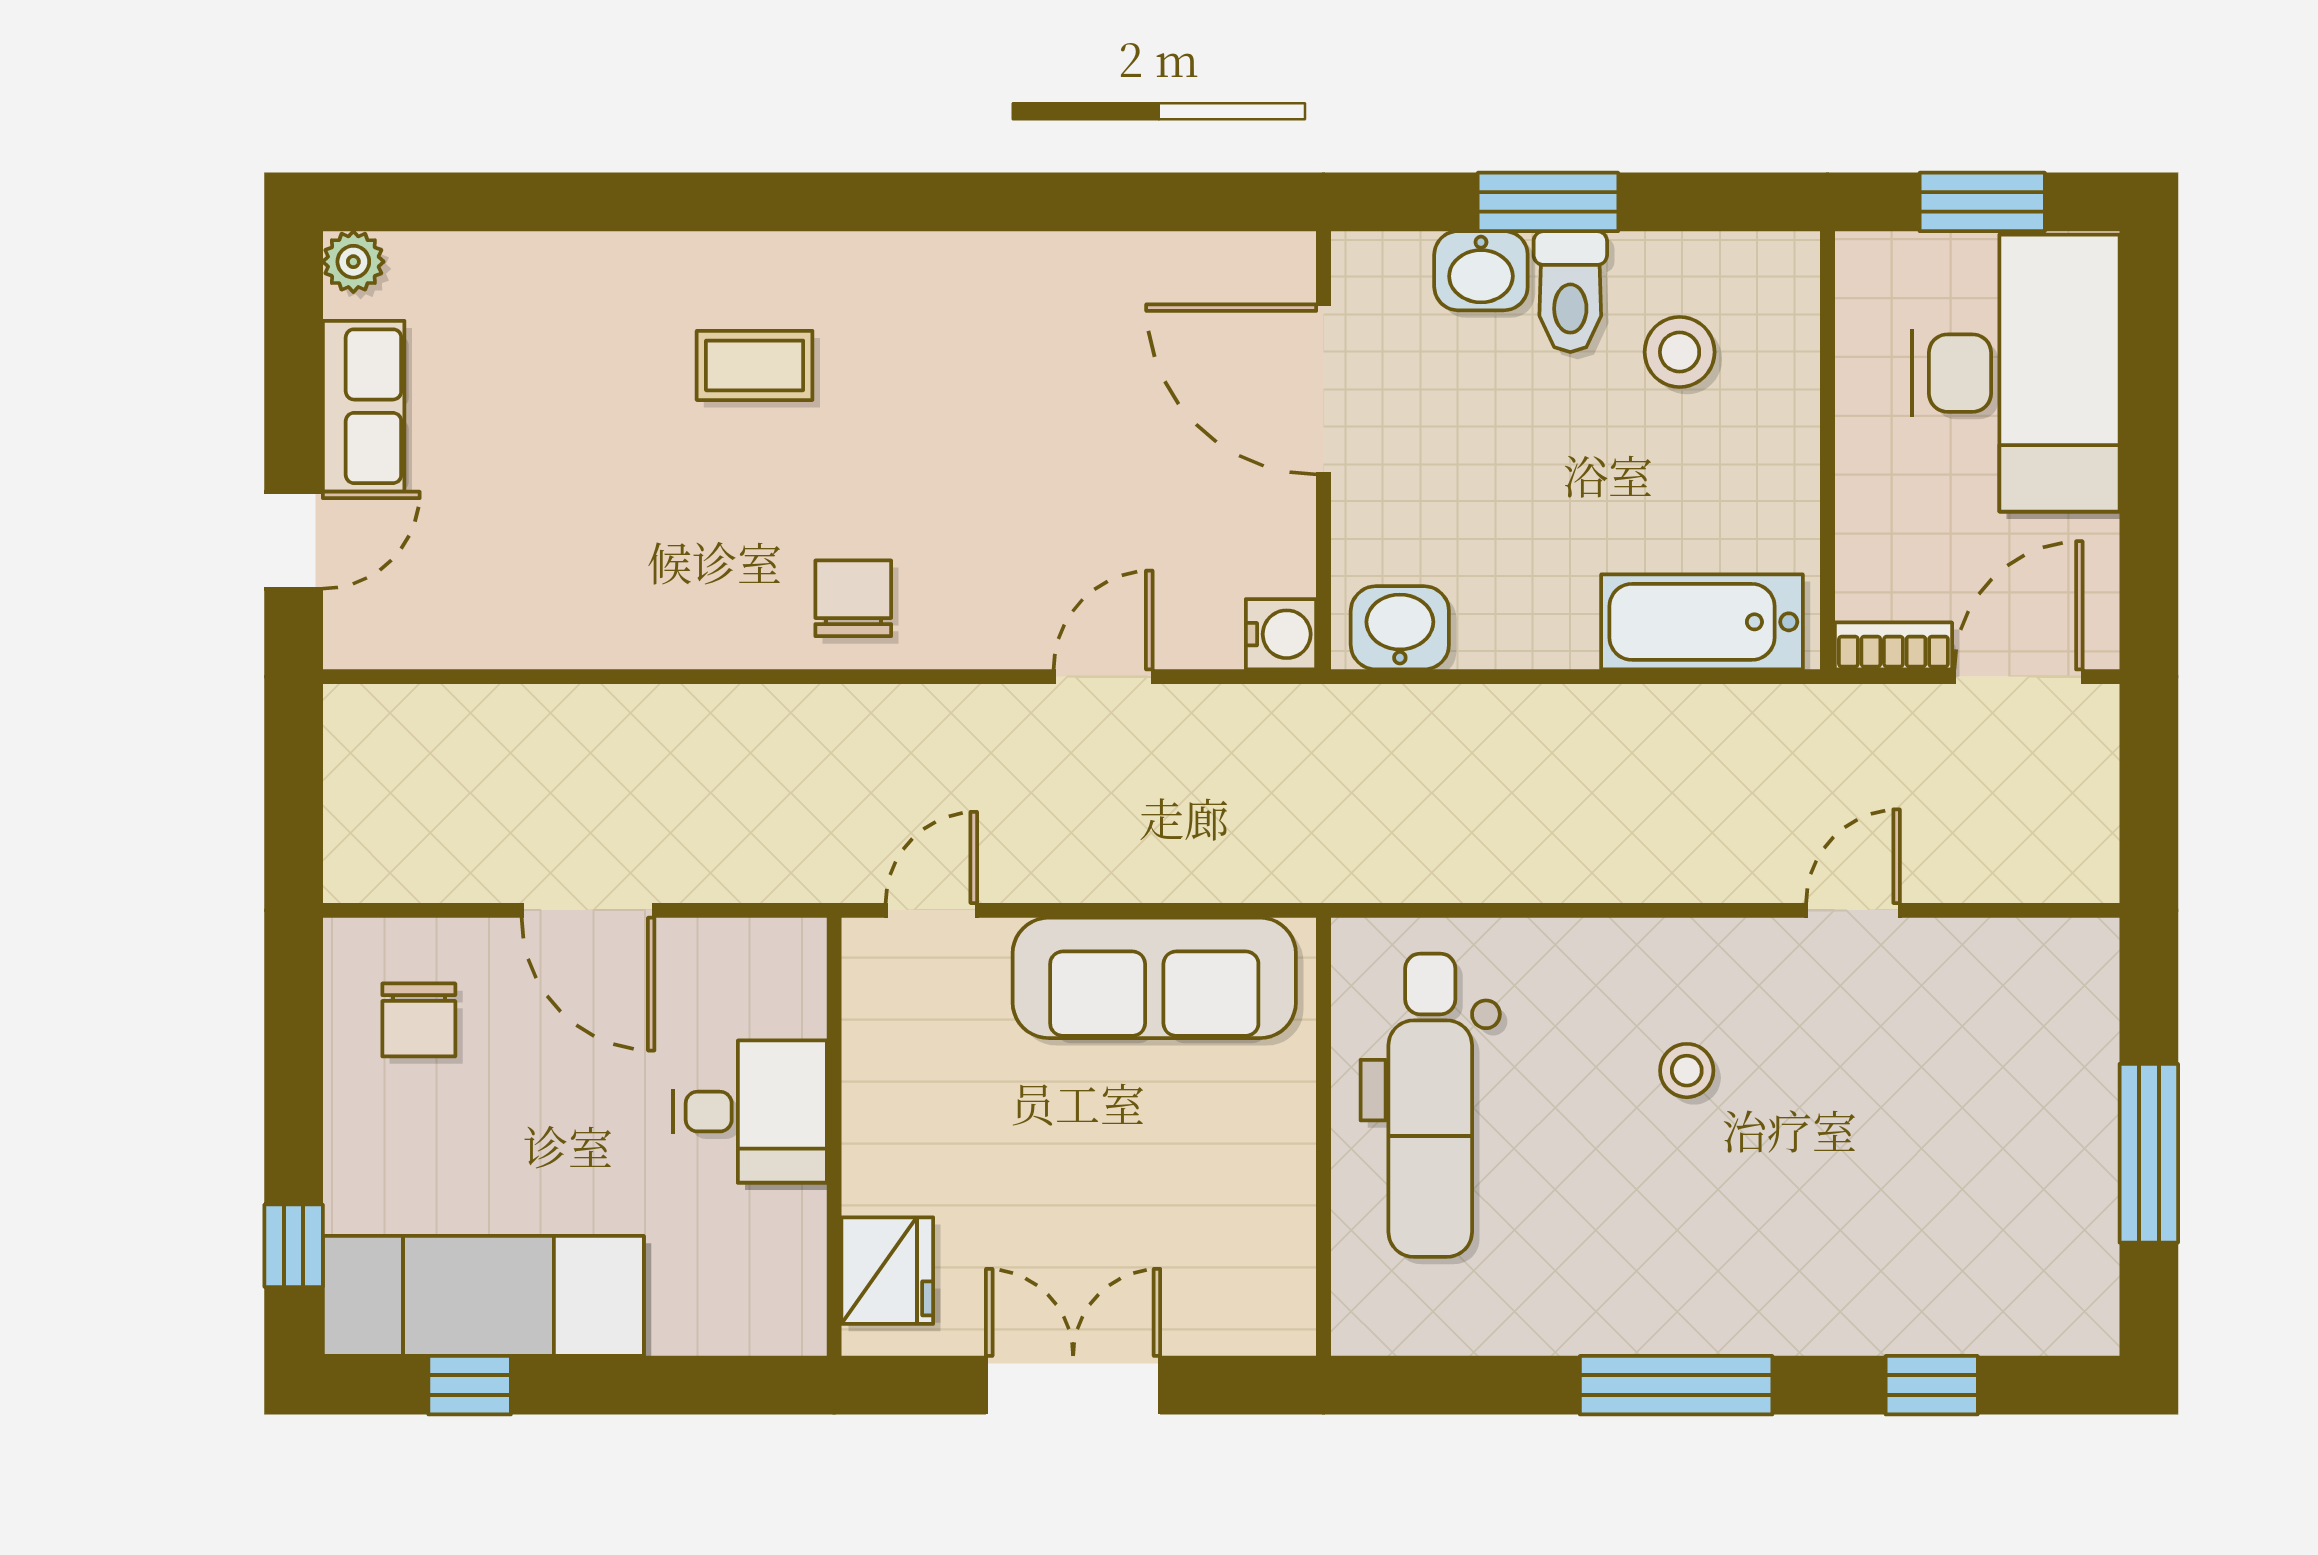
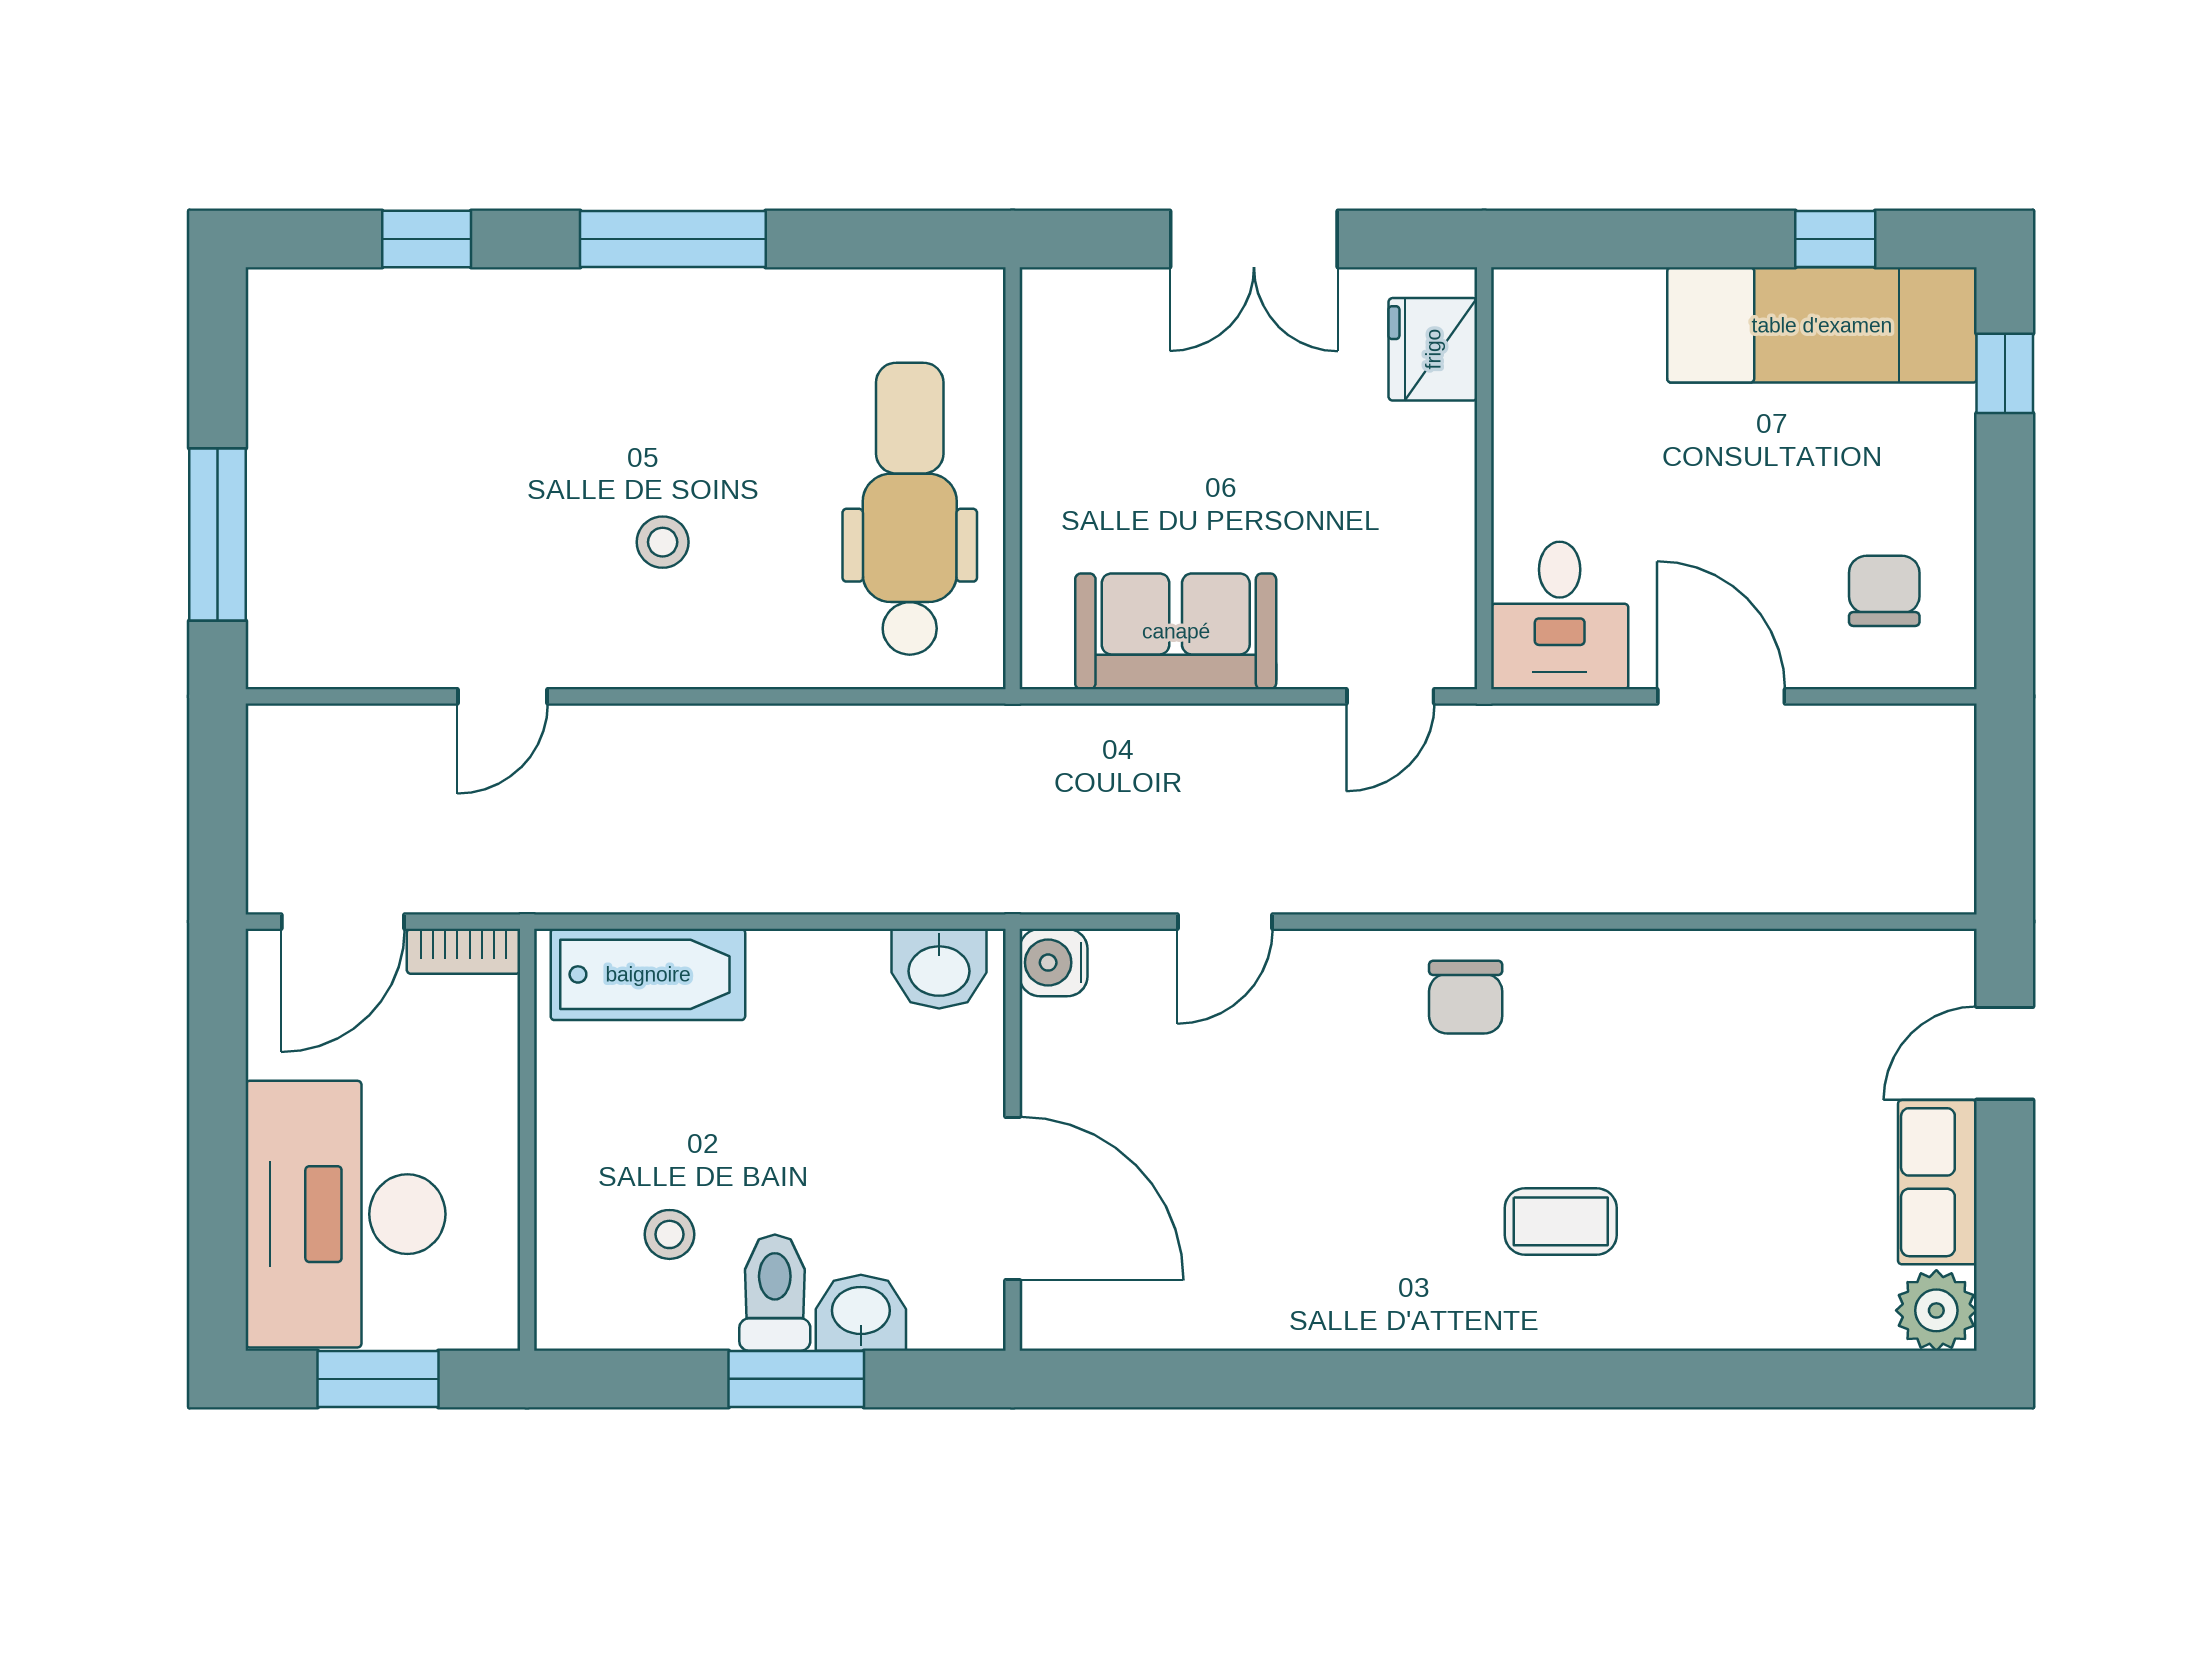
plant: (353, 262) -> (1936, 1310), width x1.38, depth x1.38
stool: (1680, 352) -> (669, 1234), width x0.73, depth x0.73
sofa: (1154, 978) -> (1176, 631), width x0.73
desk: (750, 1112) -> (1560, 615), moved, turned -90
window: (2149, 1153) -> (217, 535), moved

